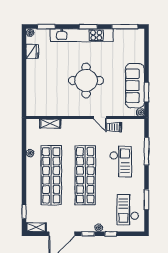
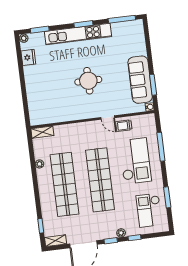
round table: (86, 81) -> (88, 81), width x0.73, depth x0.73
shelving: (50, 123) -> (42, 132), moved
checkout: (121, 162) -> (135, 161), width x1.36, depth x1.21

